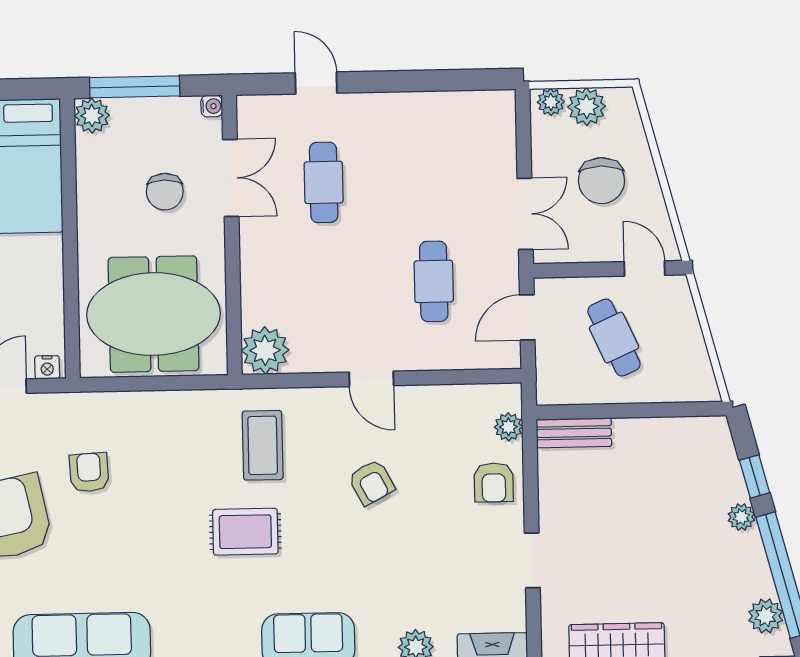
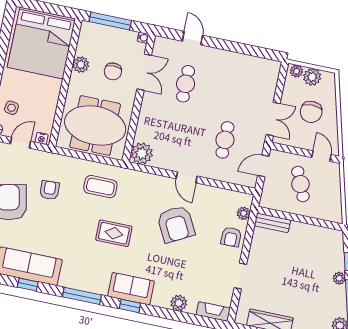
plant: (92, 116) -> (81, 65), moved
coffee table: (263, 445) -> (100, 187), moved, turned 90
armchair: (371, 482) -> (176, 224), width x1.88, depth x1.88

